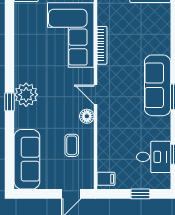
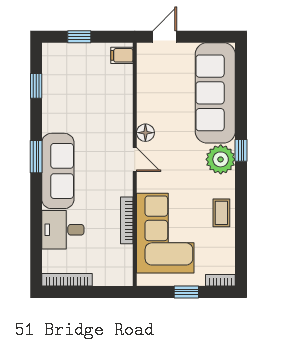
coffee table: (72, 145) -> (221, 213), moved
desk: (154, 157) -> (63, 230), moved
sofa: (27, 159) -> (215, 93), width x1.36, depth x1.27

